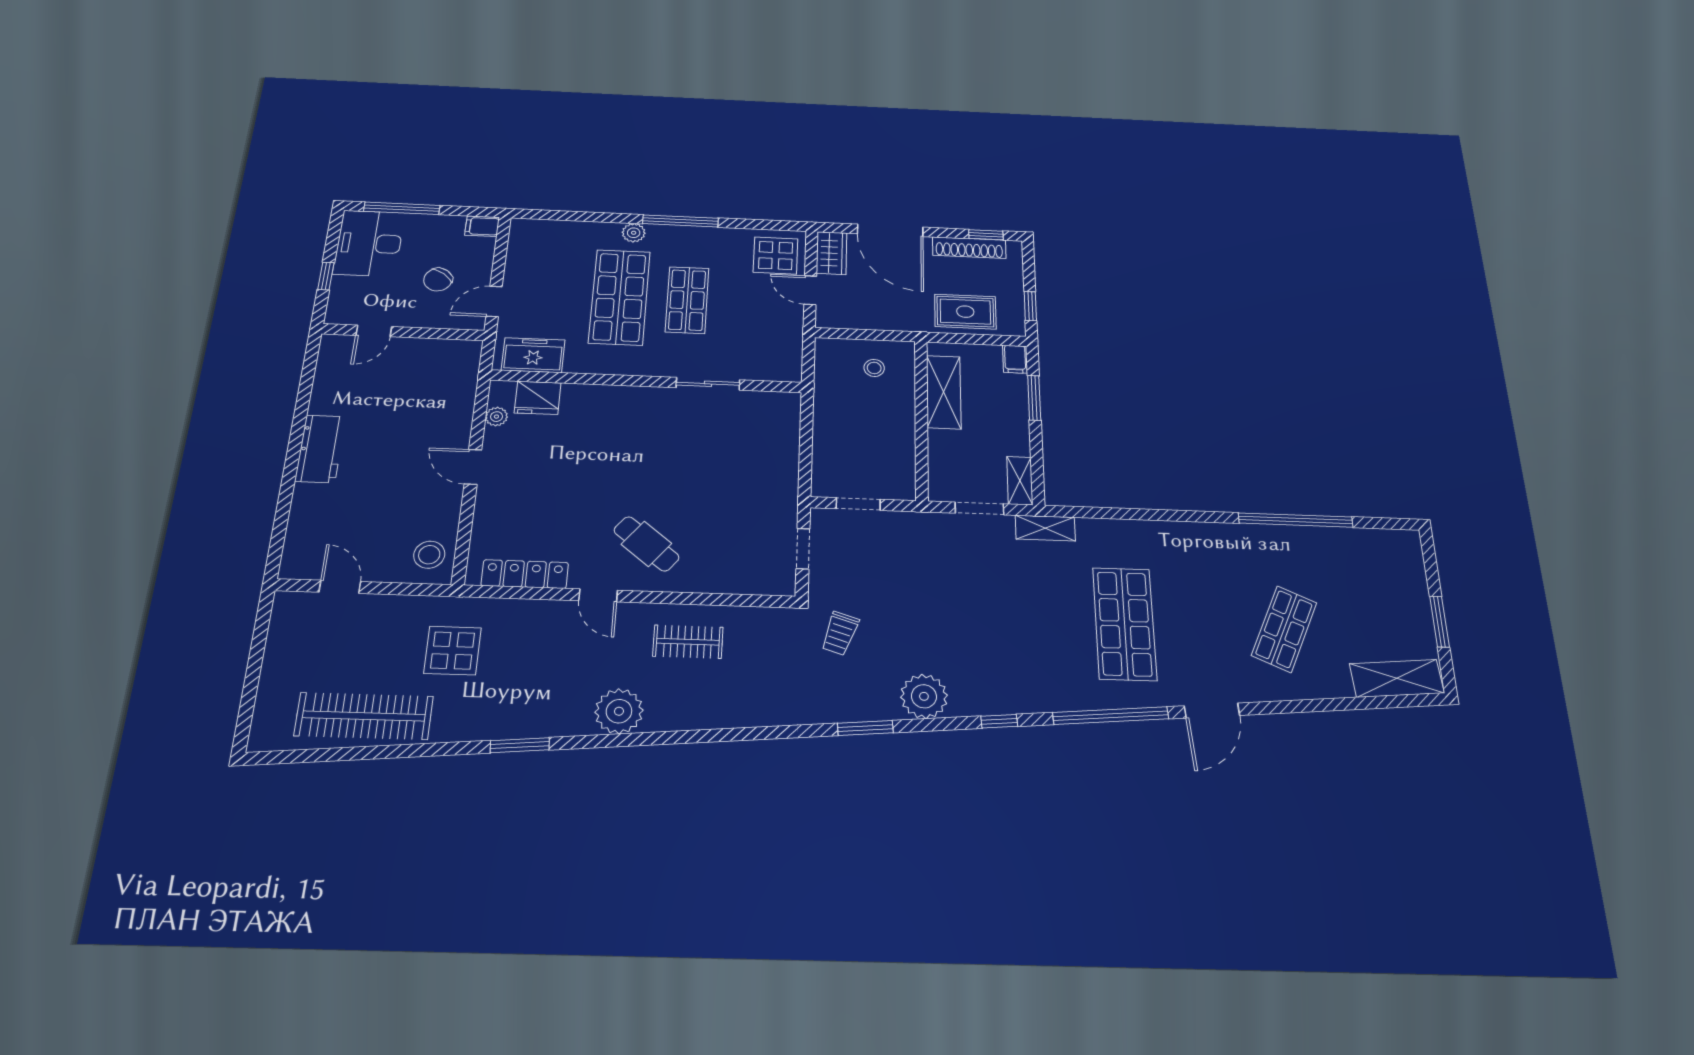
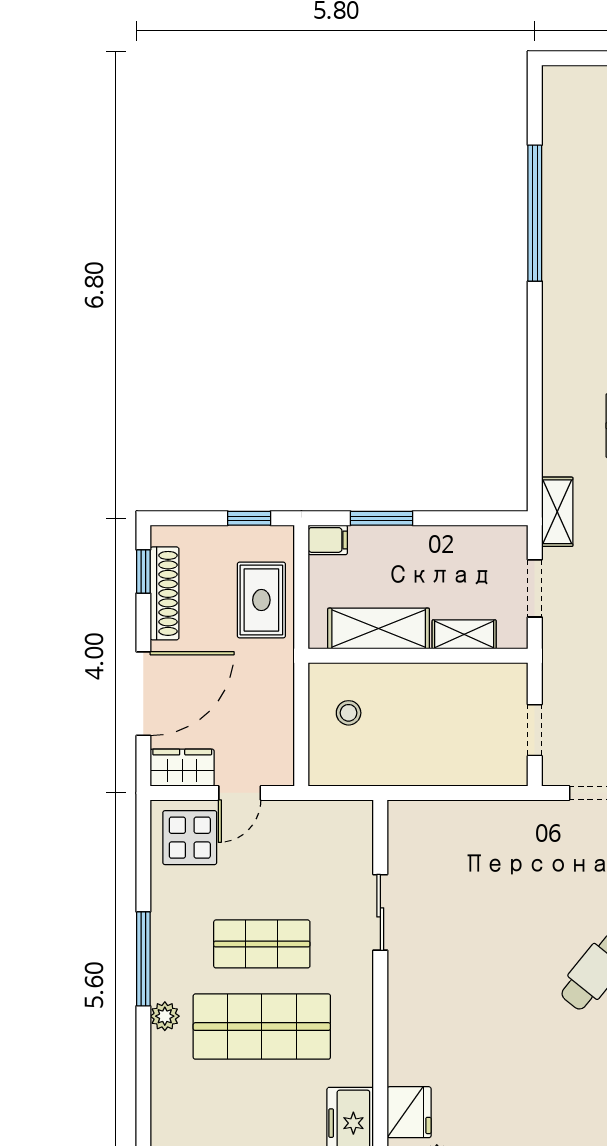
shelving: (1020, 481) -> (464, 634), moved

